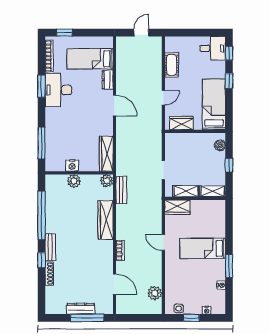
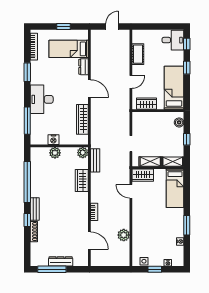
window: (64, 33) -> (63, 27), moved
desk: (58, 90) -> (42, 99), moved
wardrobe: (106, 154) -> (82, 119), moved
wardrobe: (105, 220) -> (82, 180), width x0.67
door: (163, 242) -> (131, 191), moved
bed: (203, 248) -> (175, 188), moved, turned -90
plant: (155, 293) -> (124, 235), moved
window: (87, 318) -> (52, 269), moved

